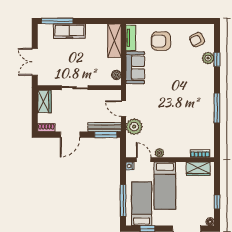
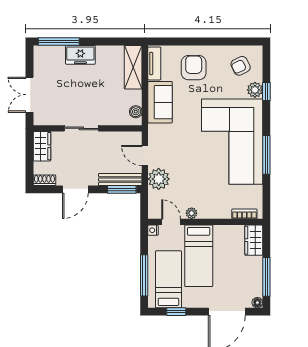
freezer: (69, 31) -> (80, 55), width x0.71
armchair: (161, 41) -> (194, 68), turned 90
corner sofa: (191, 98) -> (232, 142), added
wardrobe: (198, 169) -> (254, 240), moved, turned 90
window: (217, 202) -> (266, 277), width x2.17

